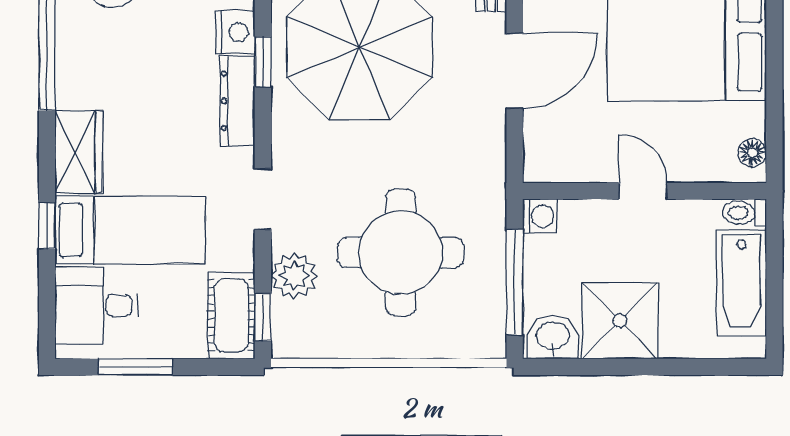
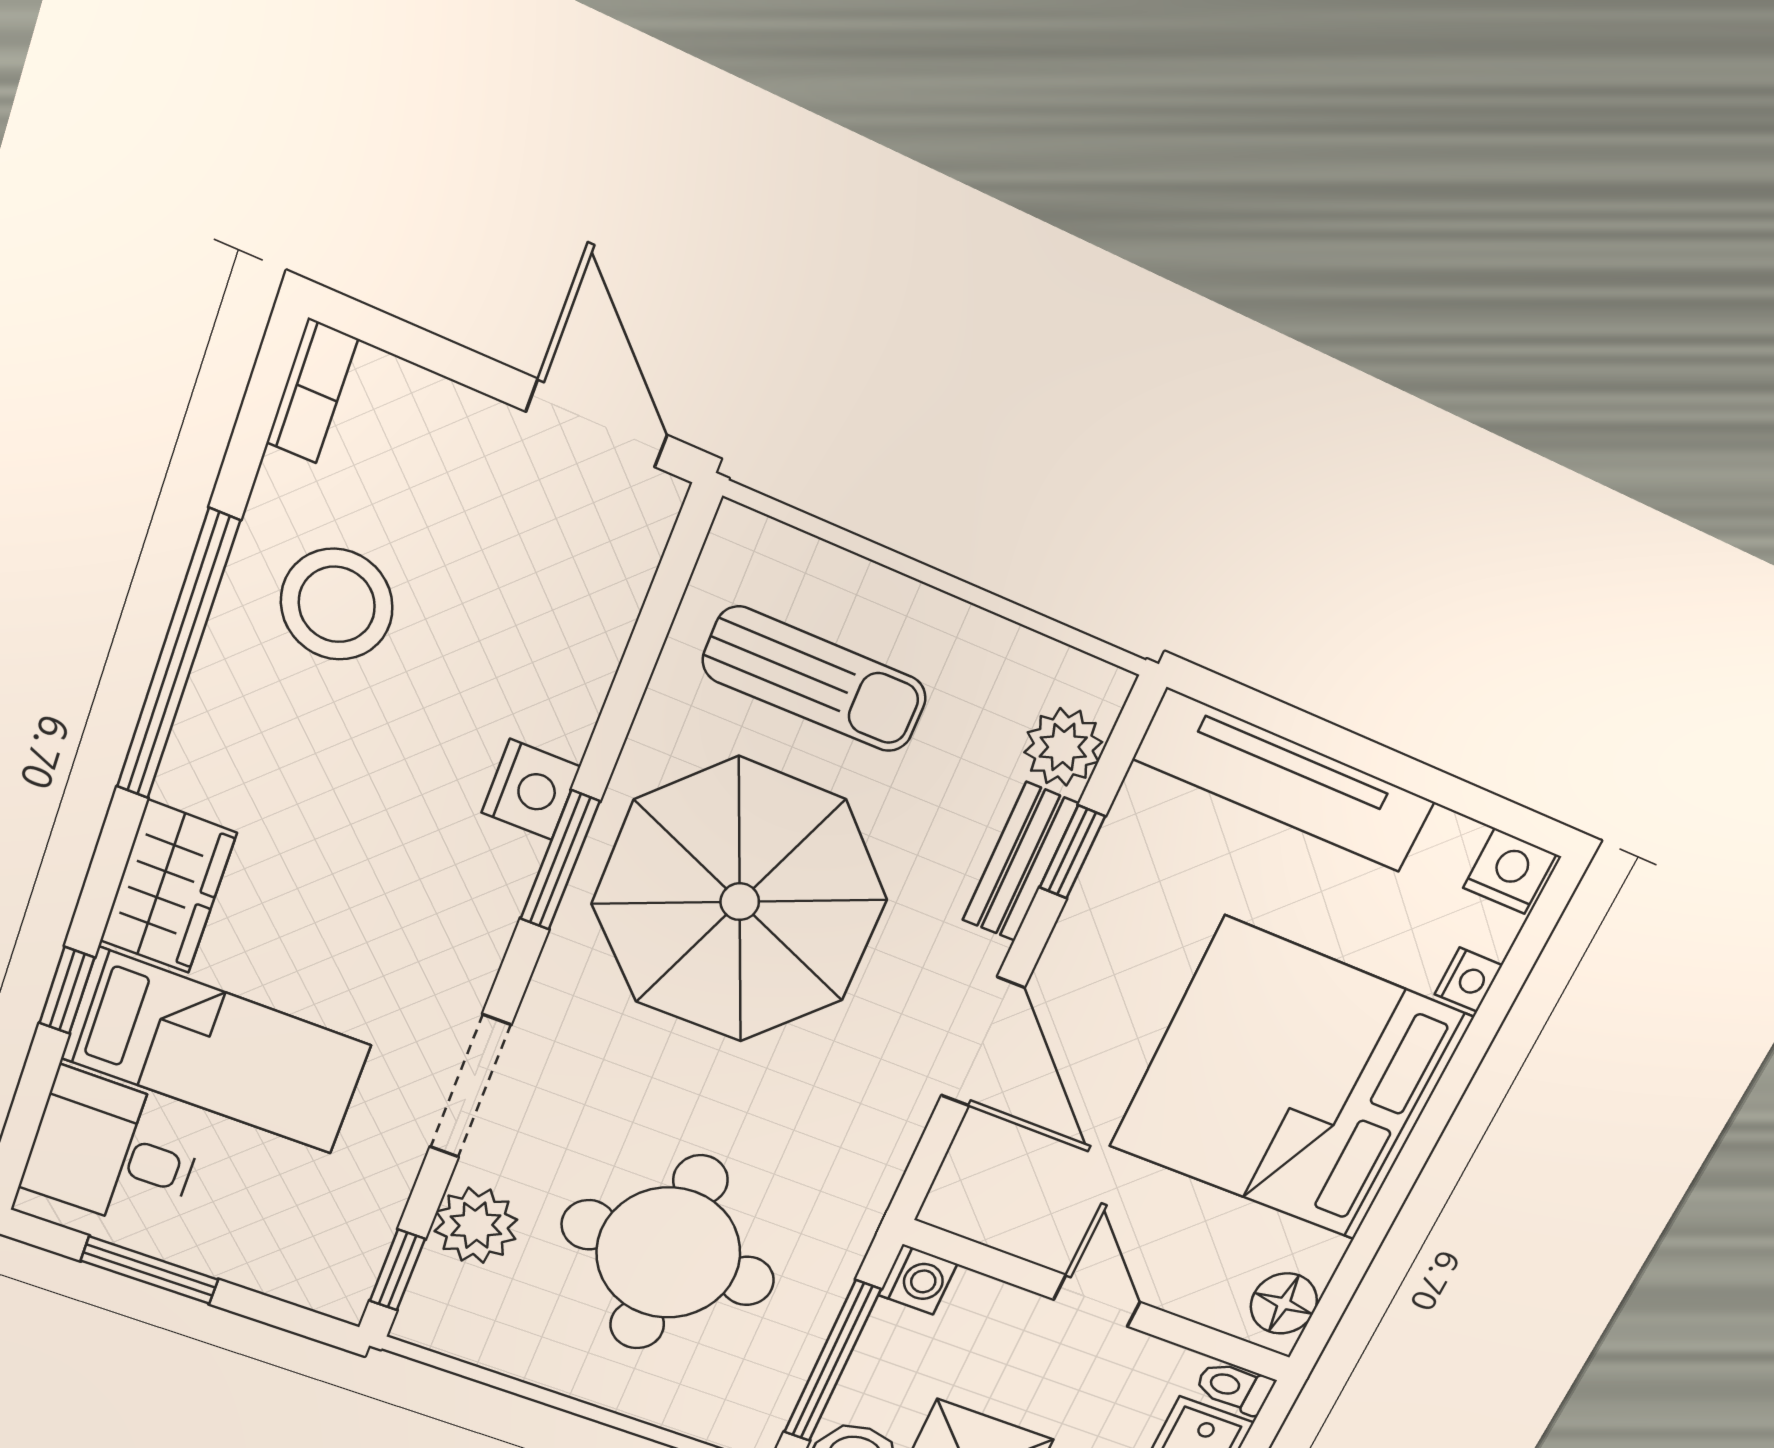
window: (263, 62) -> (560, 860), width x1.50
door: (515, 71) -> (983, 1042), hinge flipped
dresser: (237, 101) -> (489, 909), removed
floor lamp: (752, 153) -> (1284, 1303), width x1.37, depth x1.37
doorway: (263, 199) -> (470, 1086), width x1.38
cot: (231, 315) -> (345, 1248), removed

